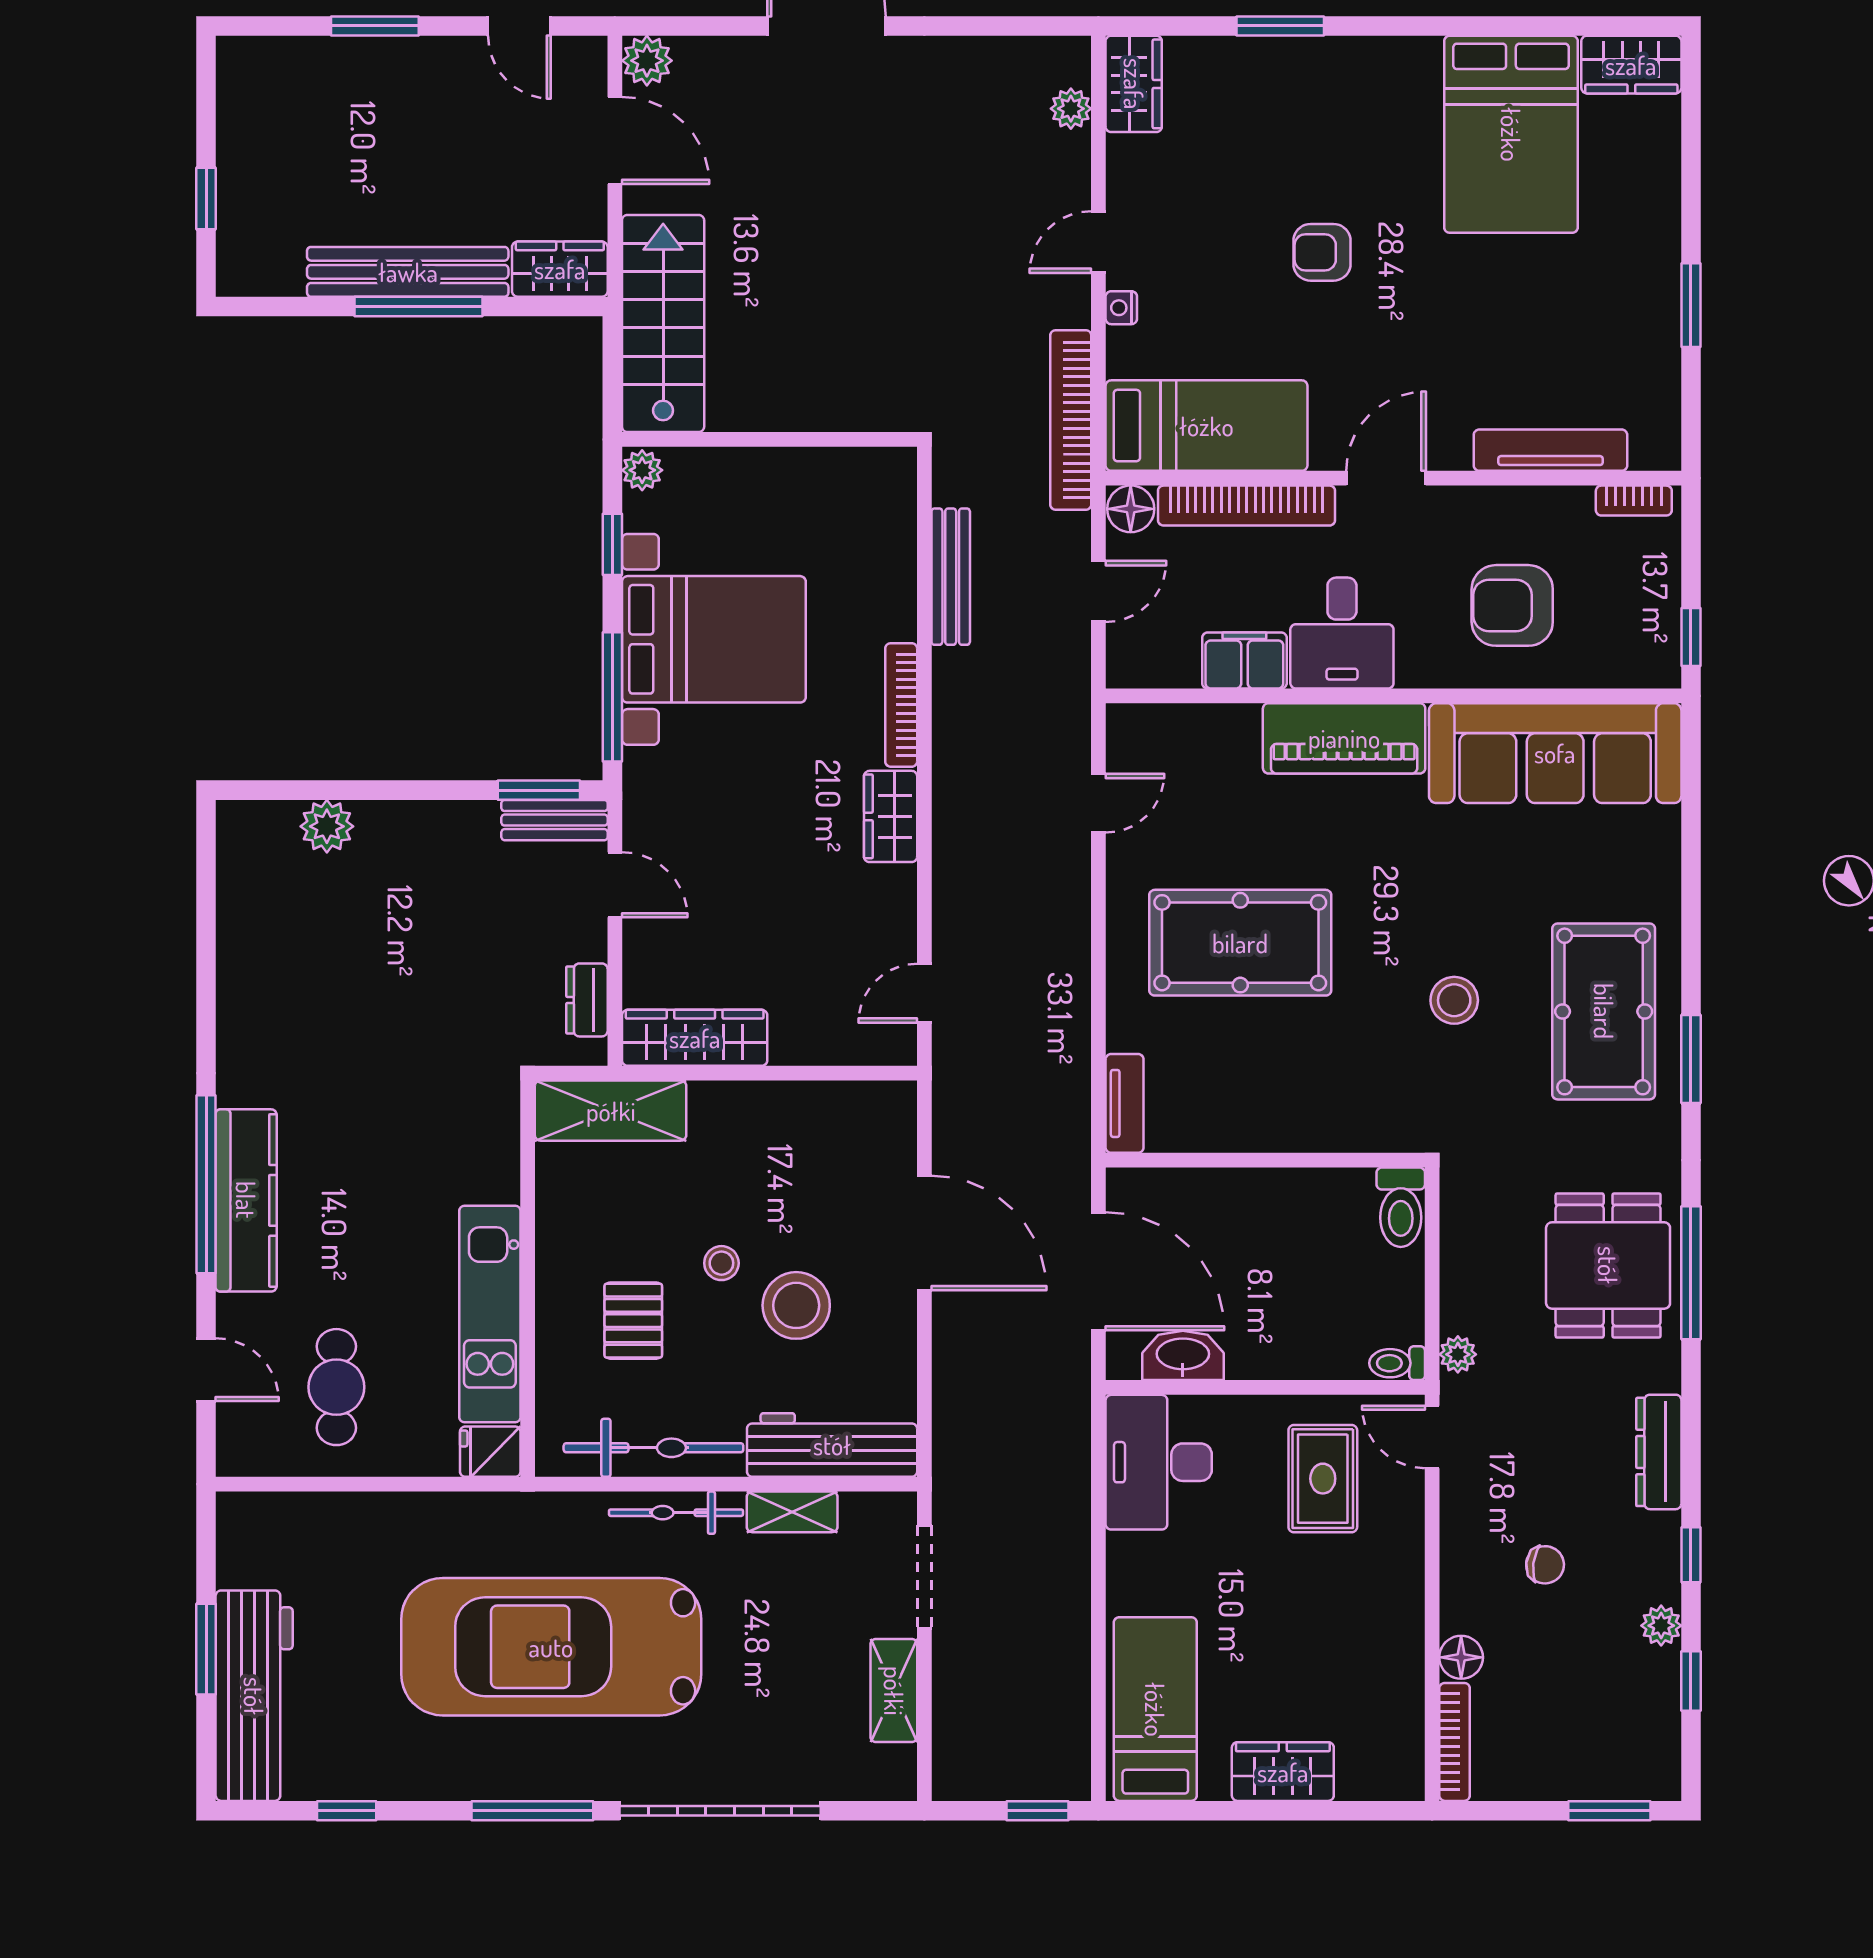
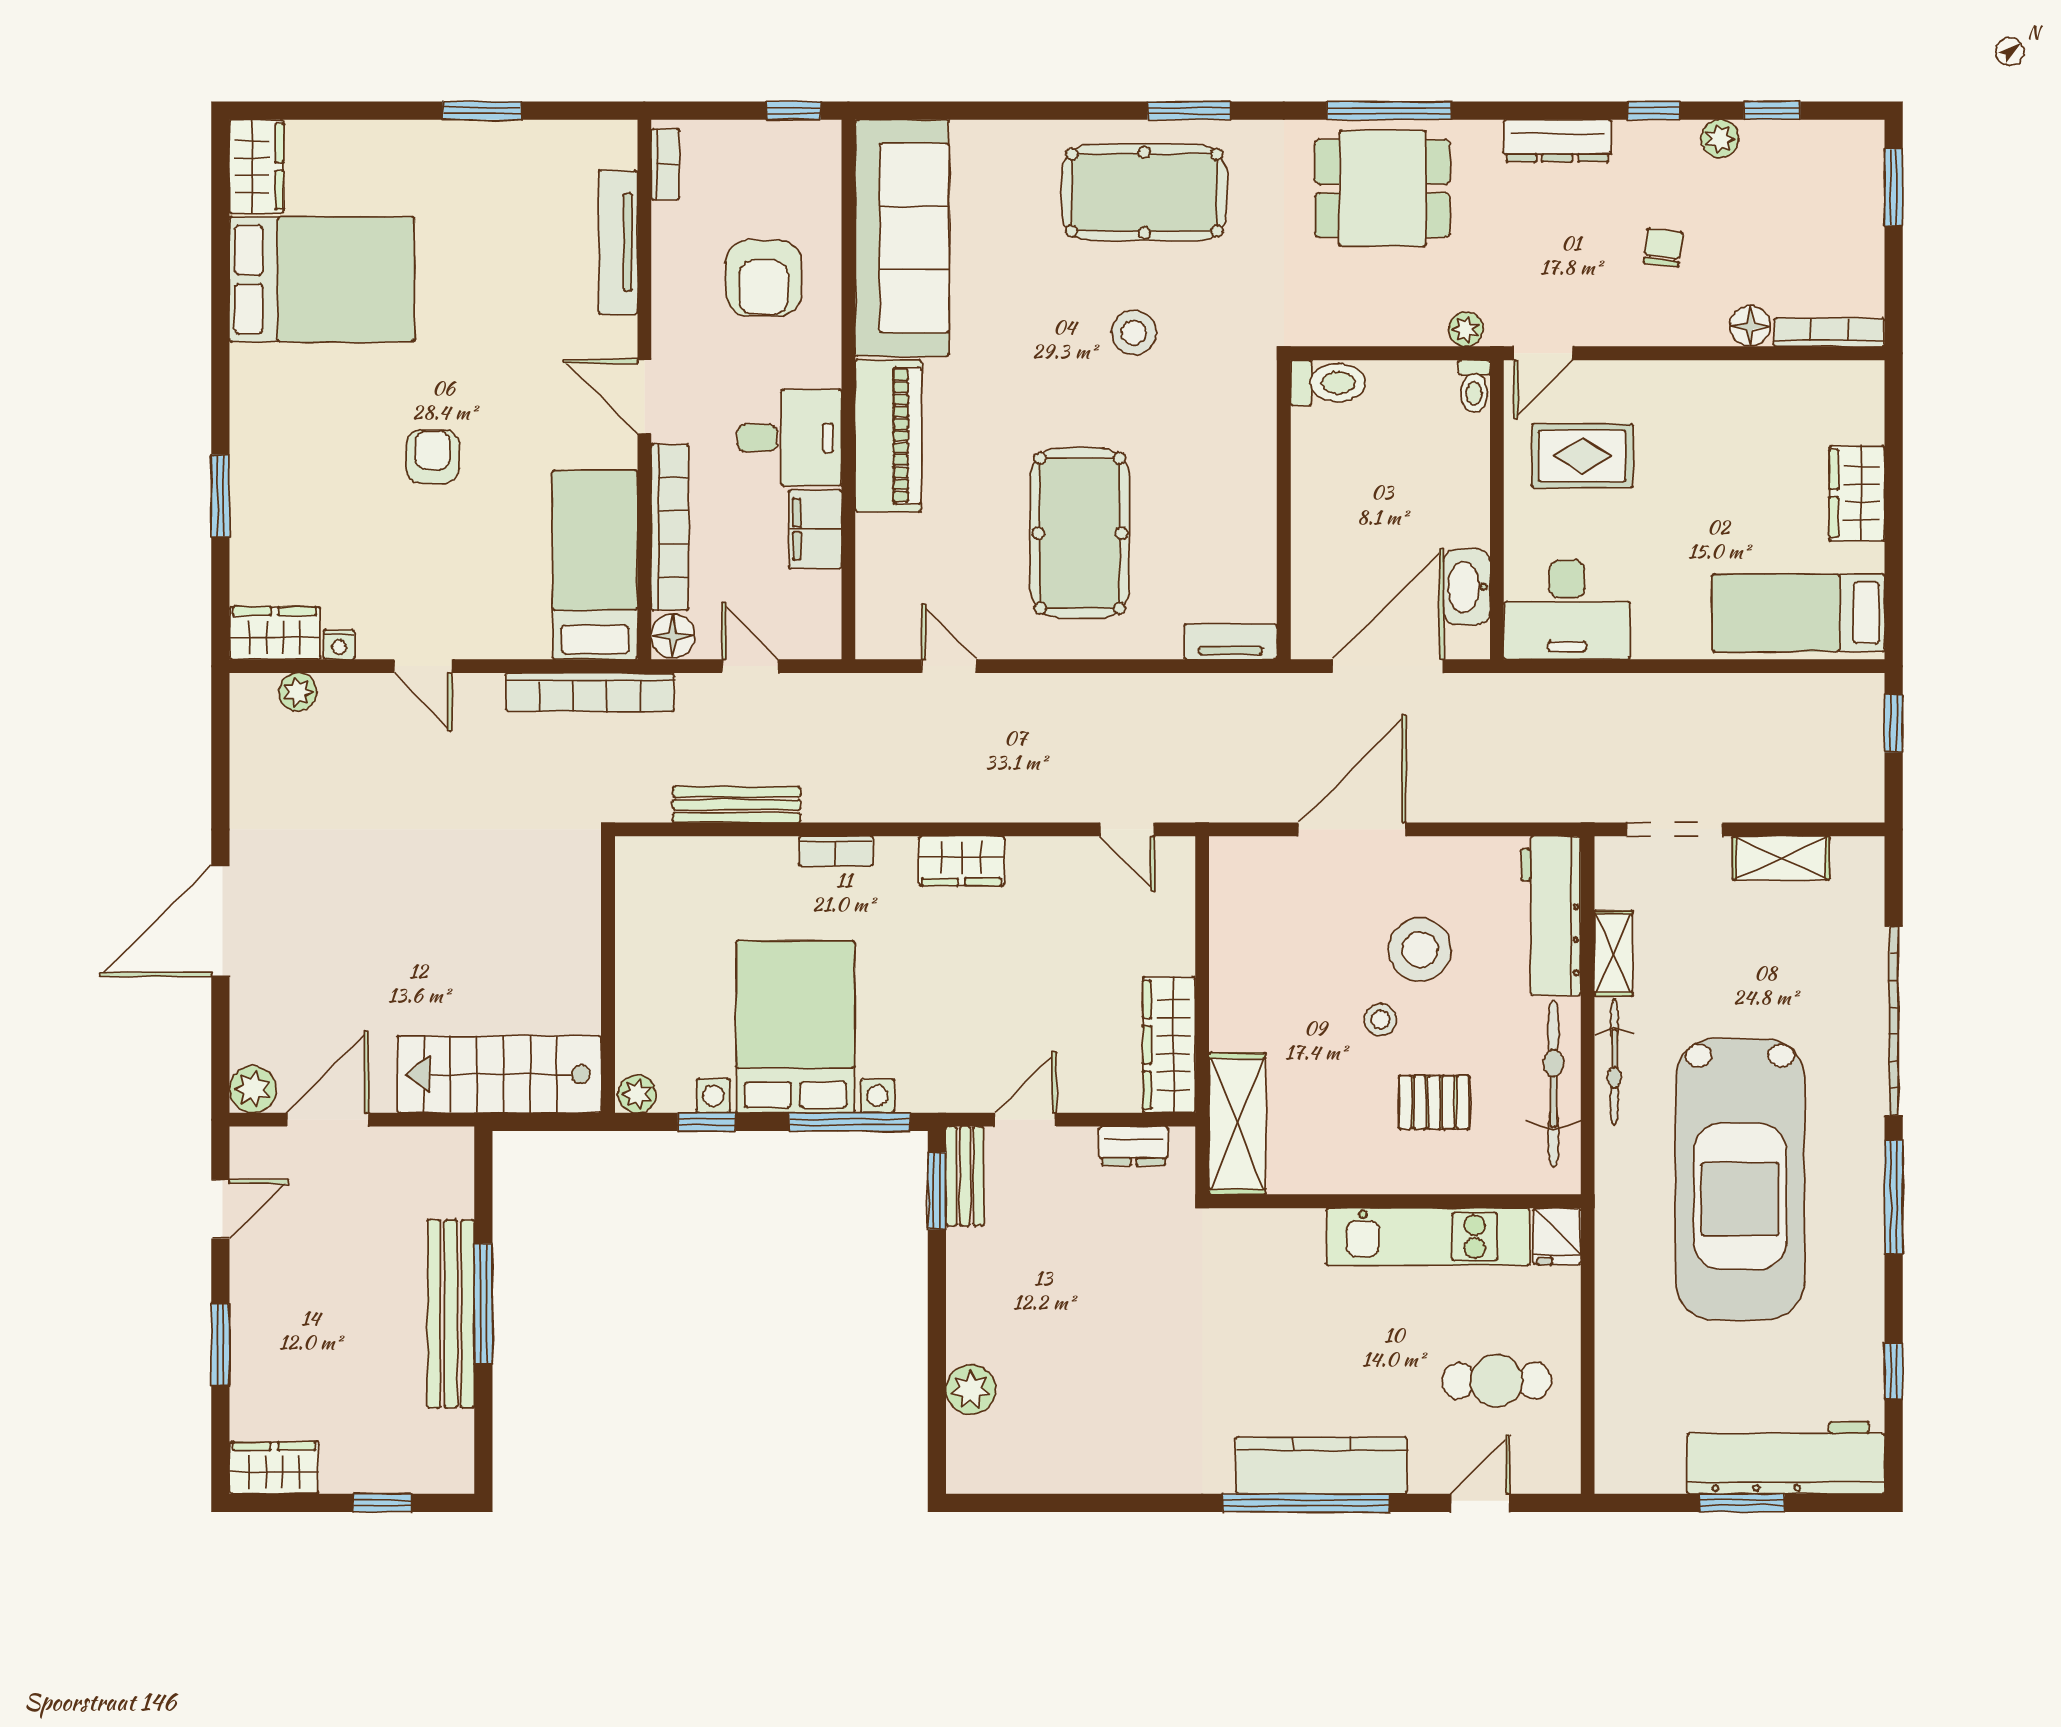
armchair: (1322, 252) -> (433, 457), turned 180
wardrobe: (560, 269) -> (274, 1468), moved, turned 90
nightstand: (1121, 308) -> (339, 645), moved
bookcase: (901, 705) -> (836, 851), width x0.64

